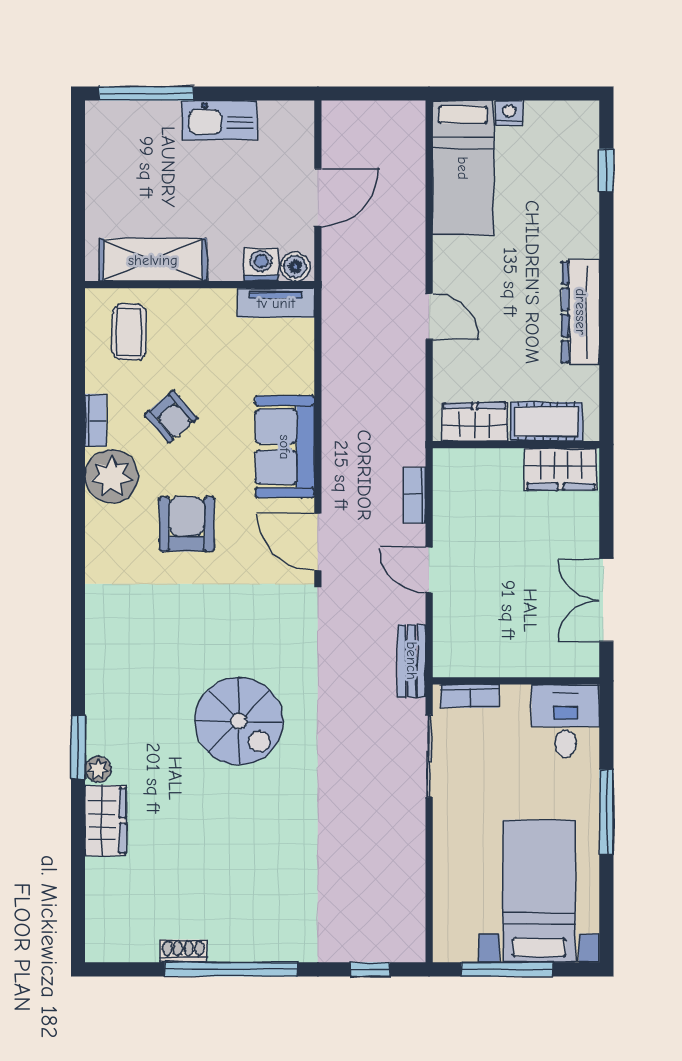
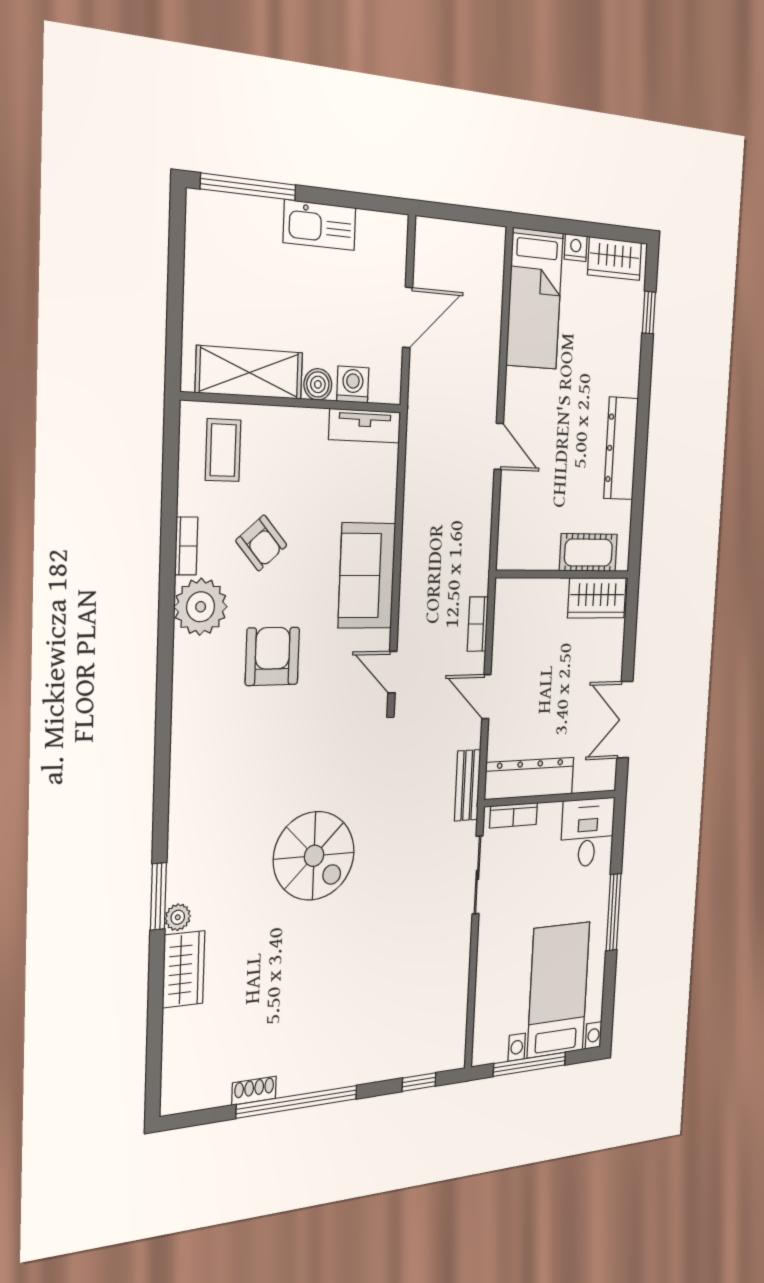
boiler: (295, 267) -> (318, 384), moved
wardrobe: (475, 422) -> (615, 259), moved, turned 180
door: (318, 542) -> (392, 672), width x0.73
dresser: (487, 658) -> (530, 778), added

